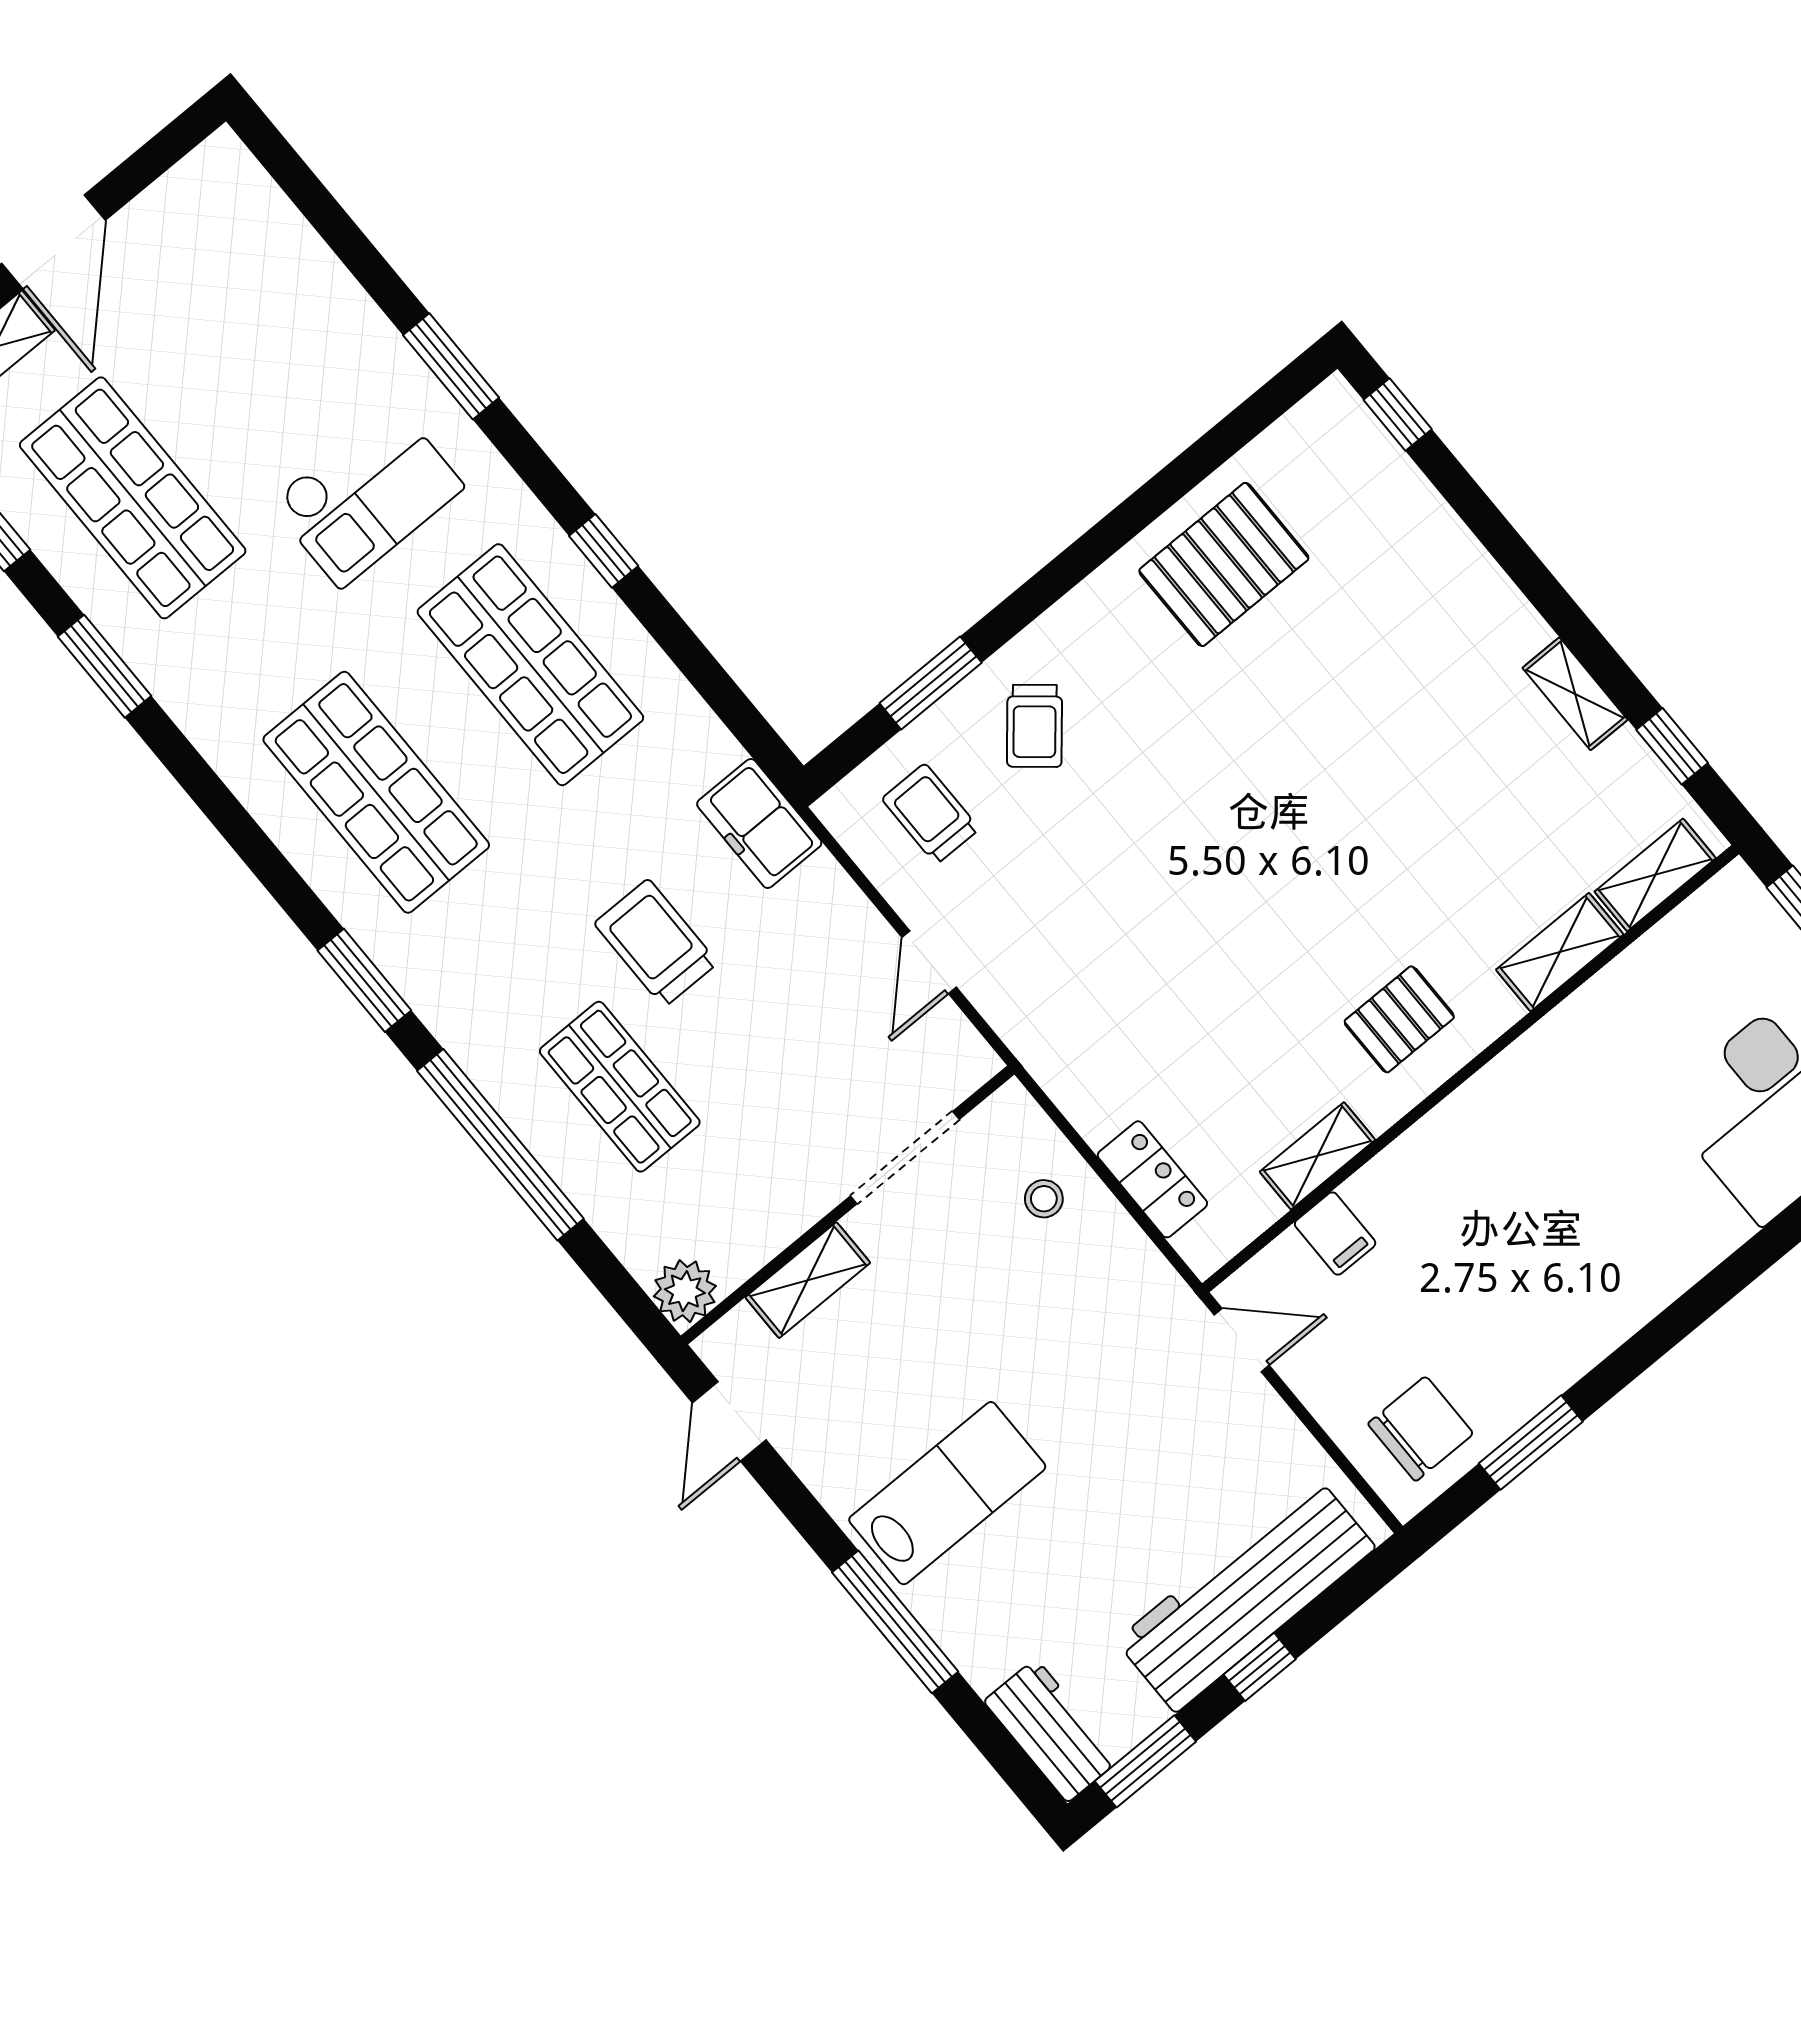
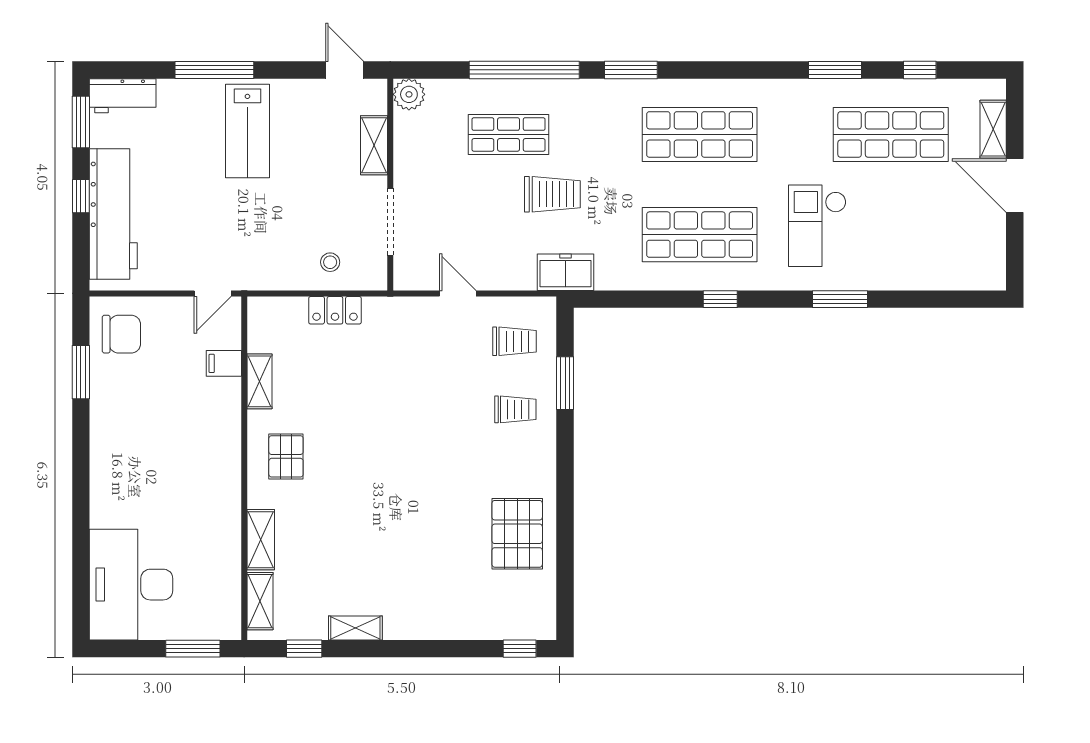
trolley: (1035, 726) -> (515, 409), turned 140
locker: (1152, 1179) -> (335, 310), moved
chair: (1421, 1429) -> (121, 334), turned -90

